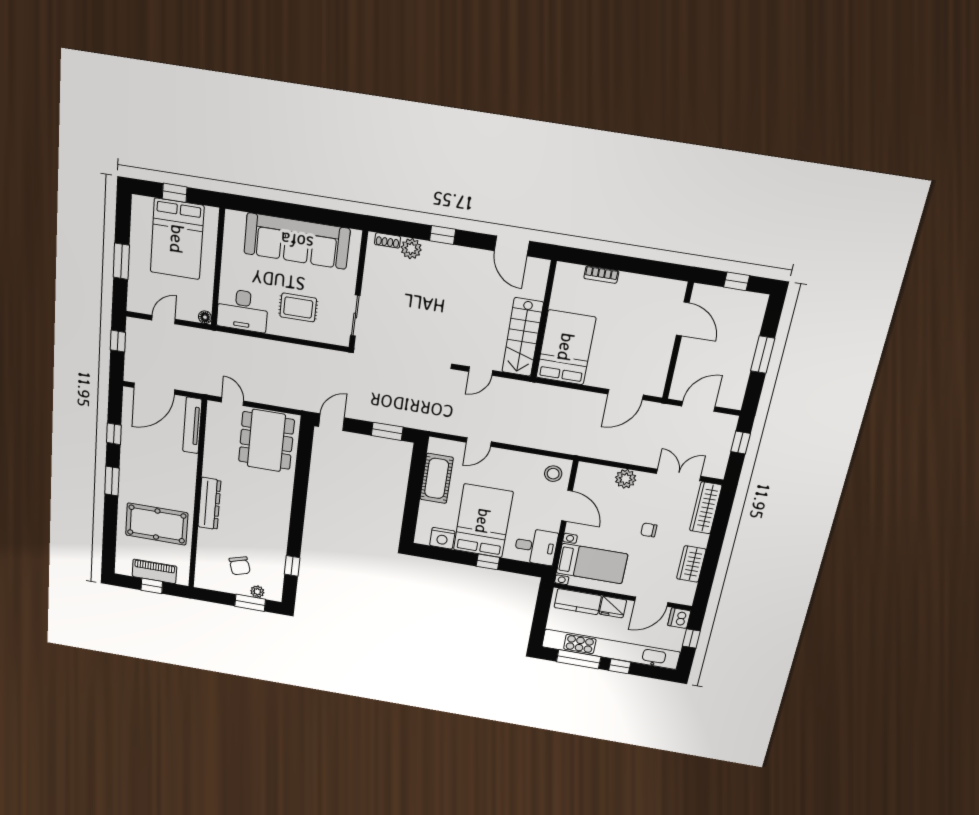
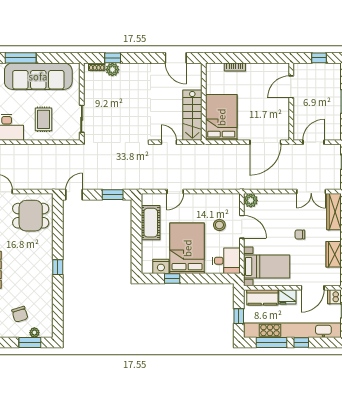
window: (272, 208) -> (21, 58), added
window: (443, 235) -> (113, 58), moved
rug: (298, 307) -> (43, 119), turned 90
door: (683, 319) -> (291, 87), swing flipped
door: (481, 371) -> (169, 142), swing flipped
door: (626, 395) -> (265, 142), width x1.36
dining table: (266, 441) -> (31, 216), width x0.73
stool: (553, 474) -> (219, 225), moved
double door: (679, 475) -> (311, 192), swing flipped
plant: (626, 479) -> (251, 200), moved
window: (488, 562) -> (172, 278), moved
window: (292, 566) -> (58, 267), moved
window: (540, 620) -> (239, 316), added

